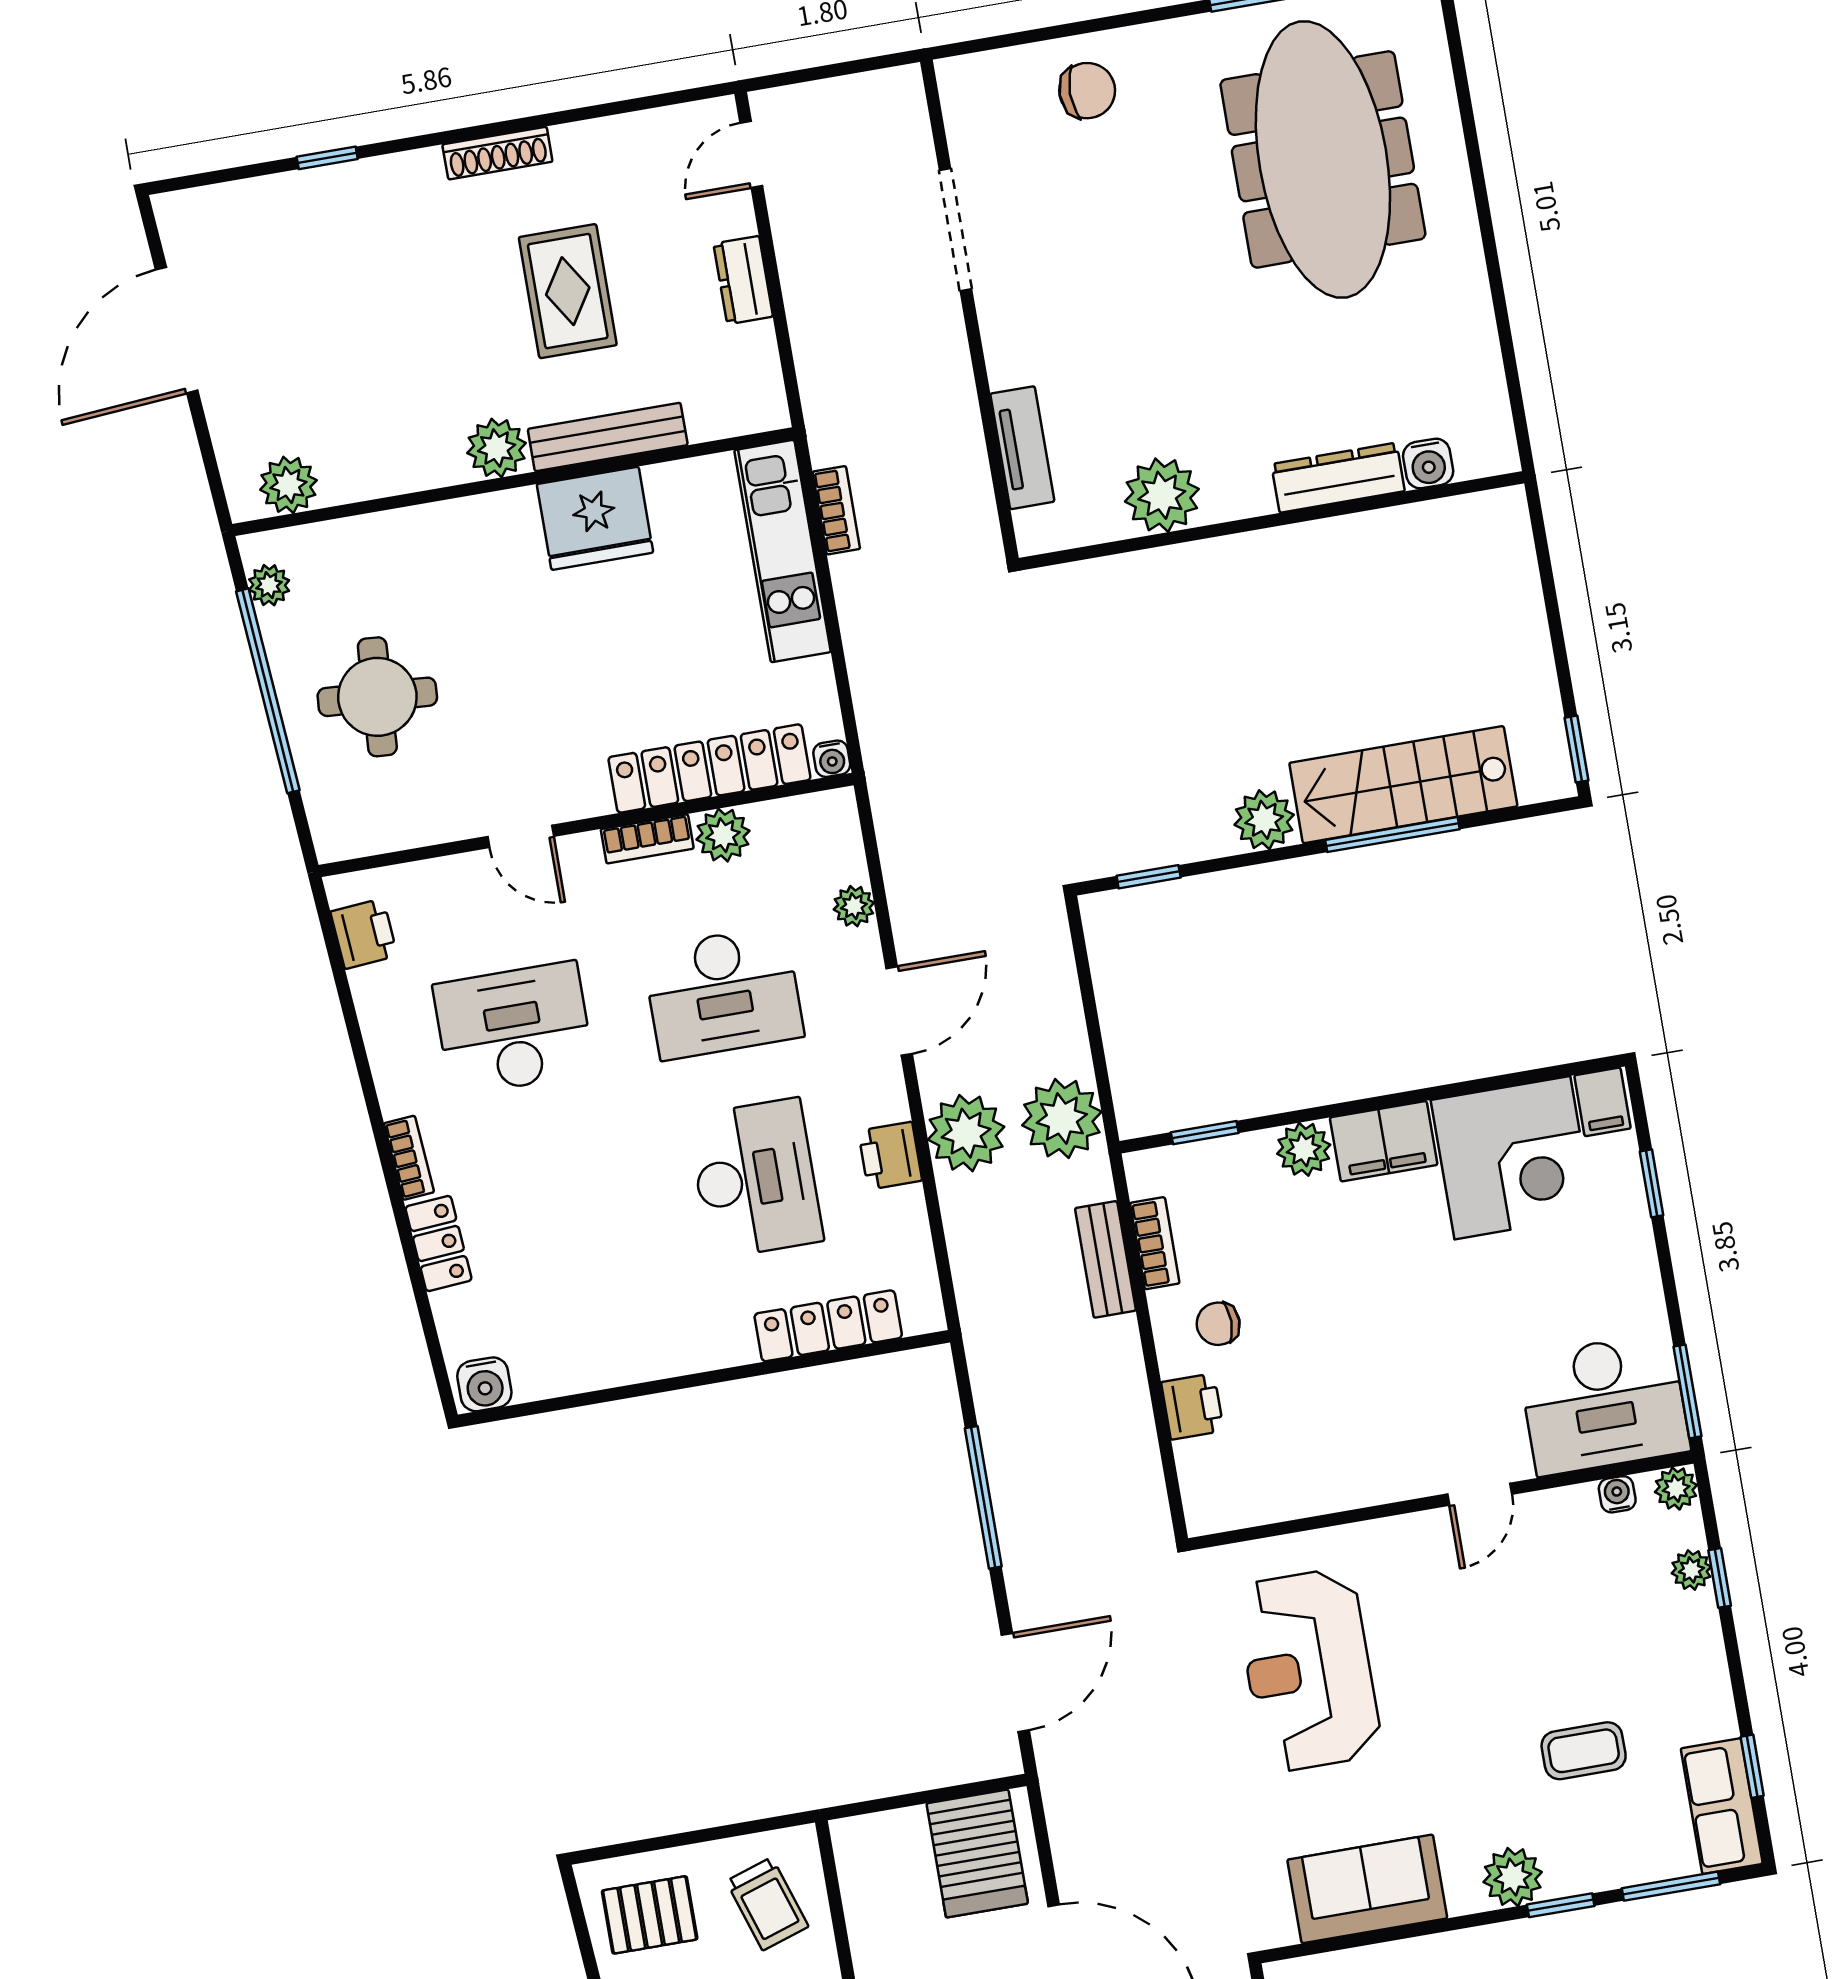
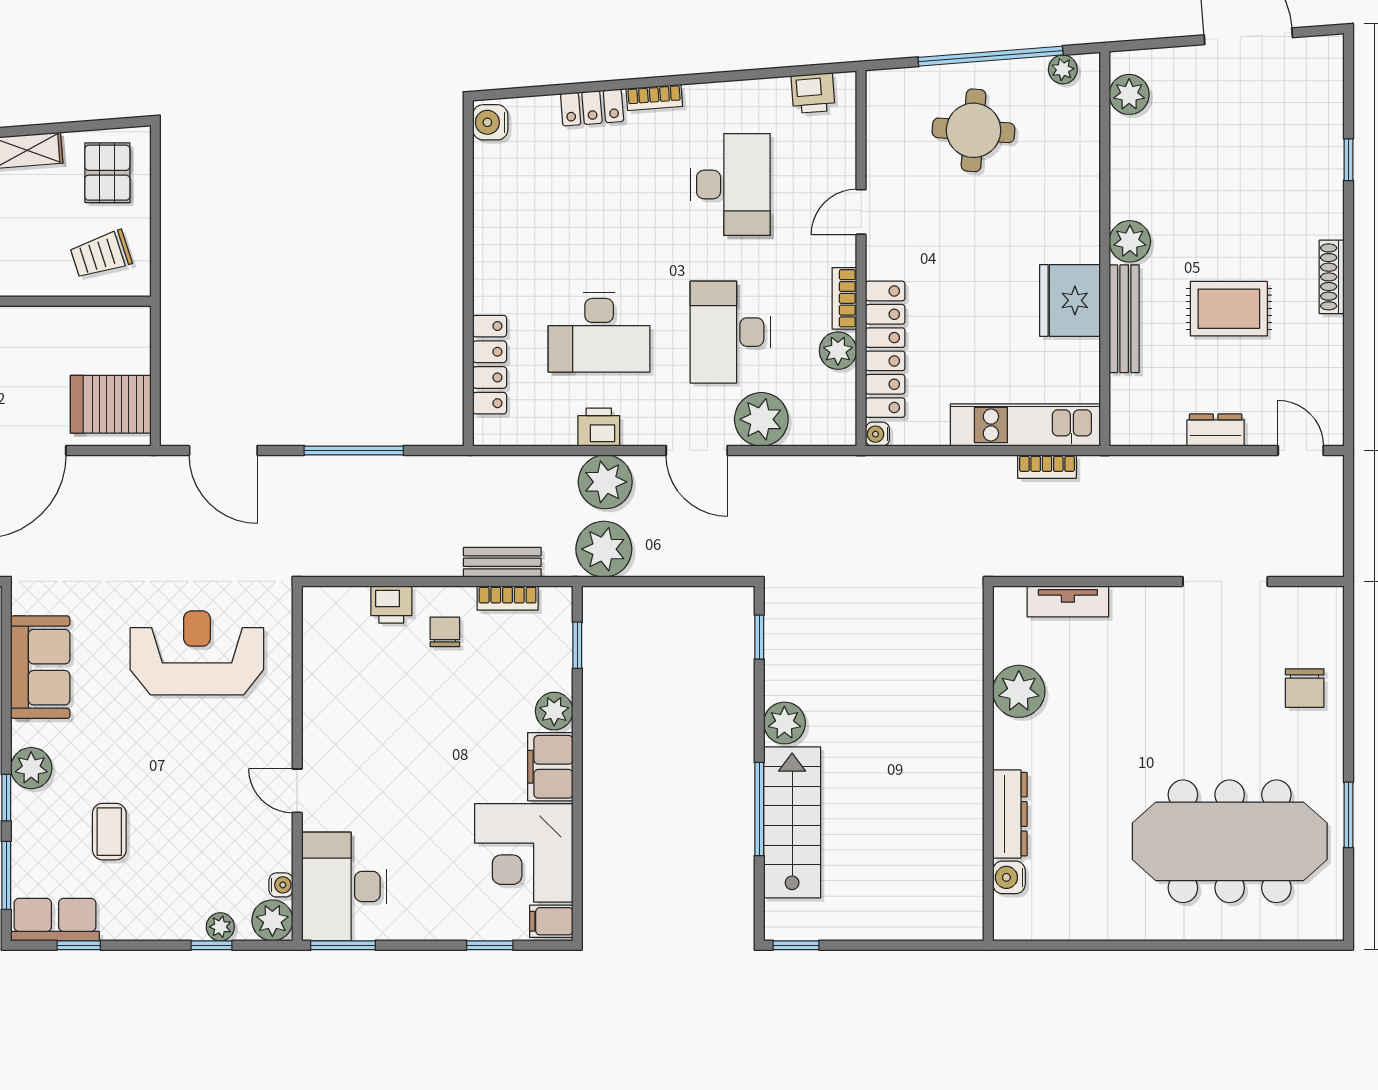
plant: (854, 906) -> (761, 419), width x1.87, depth x1.87
plant: (1676, 1488) -> (272, 920), width x1.38, depth x1.38

